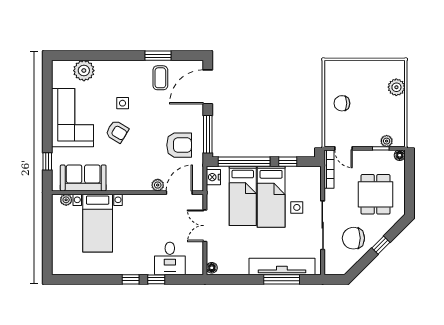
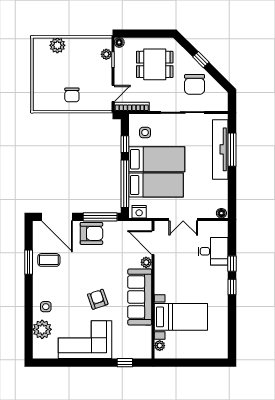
side table: (123, 103) -> (46, 307), moved
armchair: (117, 132) -> (98, 299), turned -50
armchair: (179, 145) -> (91, 233), moved, turned 90
sofa: (83, 178) -> (140, 297), moved, width x1.36
side table: (297, 207) -> (145, 133), moved

